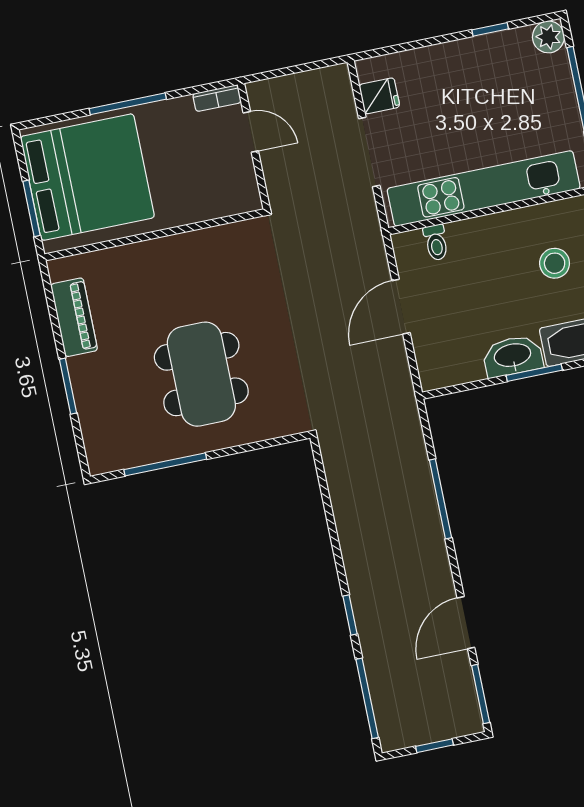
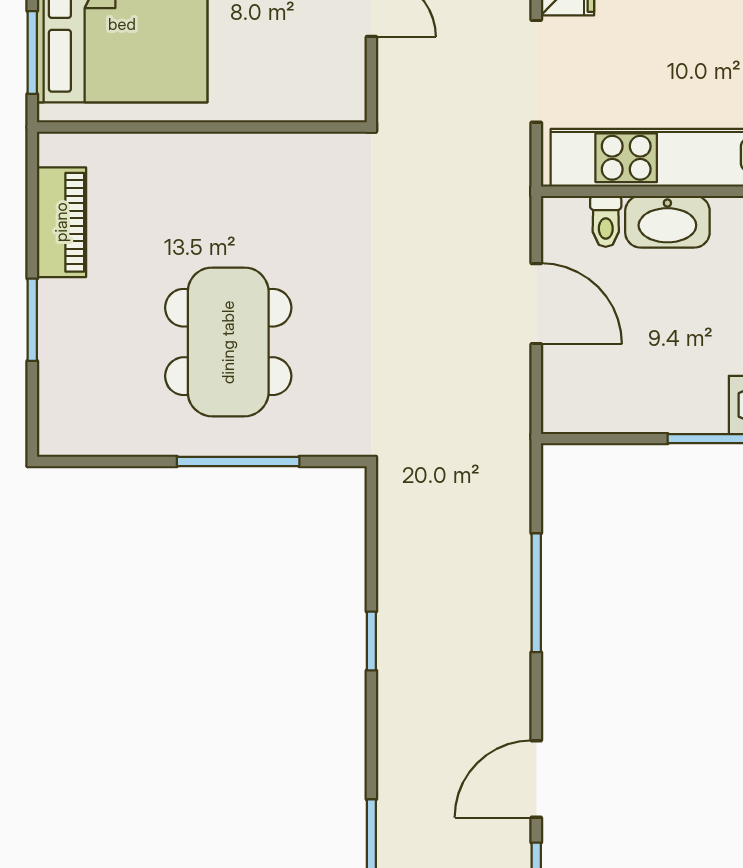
door: (401, 307) -> (536, 304), swing flipped
washbasin: (513, 356) -> (667, 222), moved, turned 180
window: (165, 464) -> (238, 462), moved
window: (350, 615) -> (371, 641), moved

